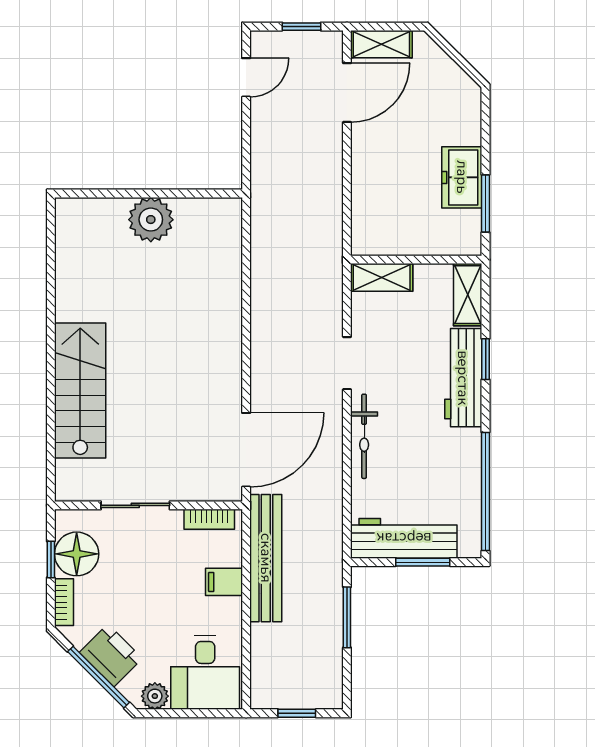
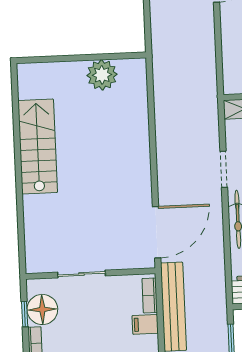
plant: (151, 220) -> (102, 75), moved
stairs: (80, 390) -> (38, 146), moved
bookcase: (209, 519) -> (150, 295), moved, turned 90

